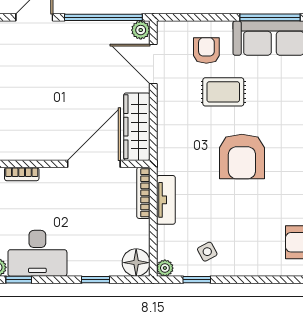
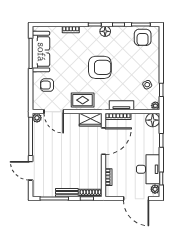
door: (153, 64) -> (54, 112), hinge flipped
rug: (223, 92) -> (83, 100), moved, turned 90
wardrobe: (137, 127) -> (91, 120), width x0.67
door: (94, 164) -> (104, 141), swing flipped

